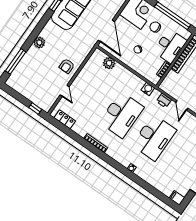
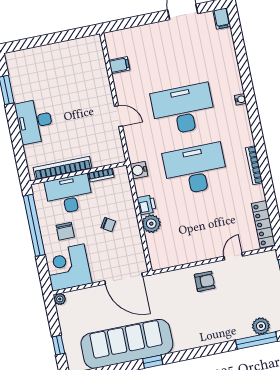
door: (106, 31) -> (124, 278), swing flipped
plant: (39, 43) -> (261, 326), moved
plant: (109, 63) -> (151, 224), moved
printer: (164, 101) -> (146, 205), moved
door: (182, 105) -> (119, 116), hinge flipped
locker: (65, 119) -> (263, 224), width x1.53

